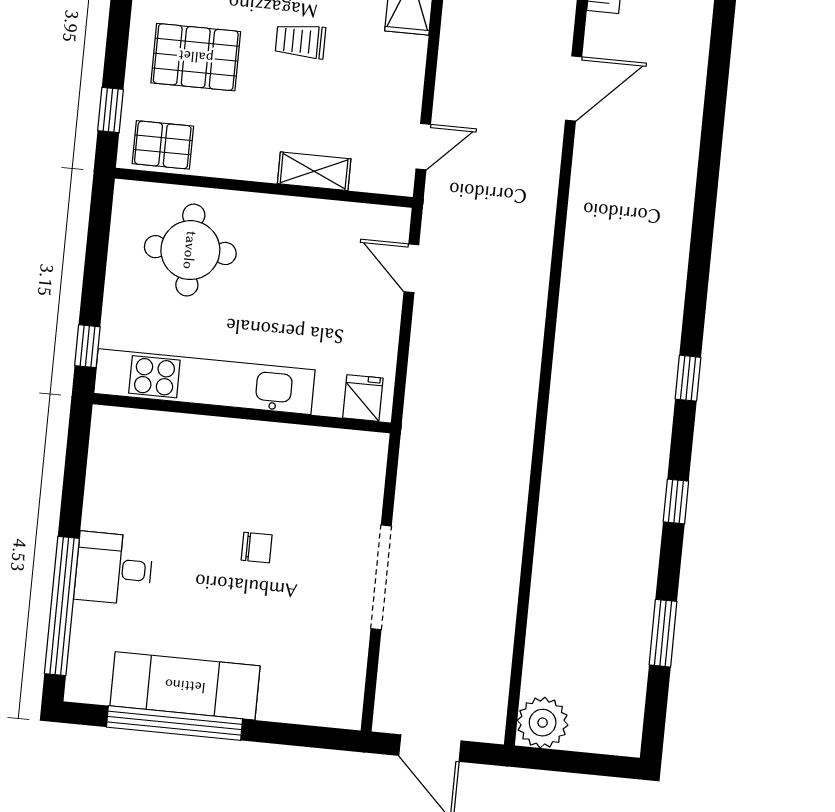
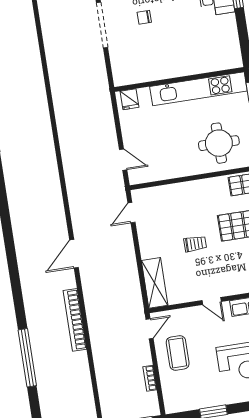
shelving: (314, 171) -> (175, 190), removed
chair: (257, 548) -> (144, 17), moved

